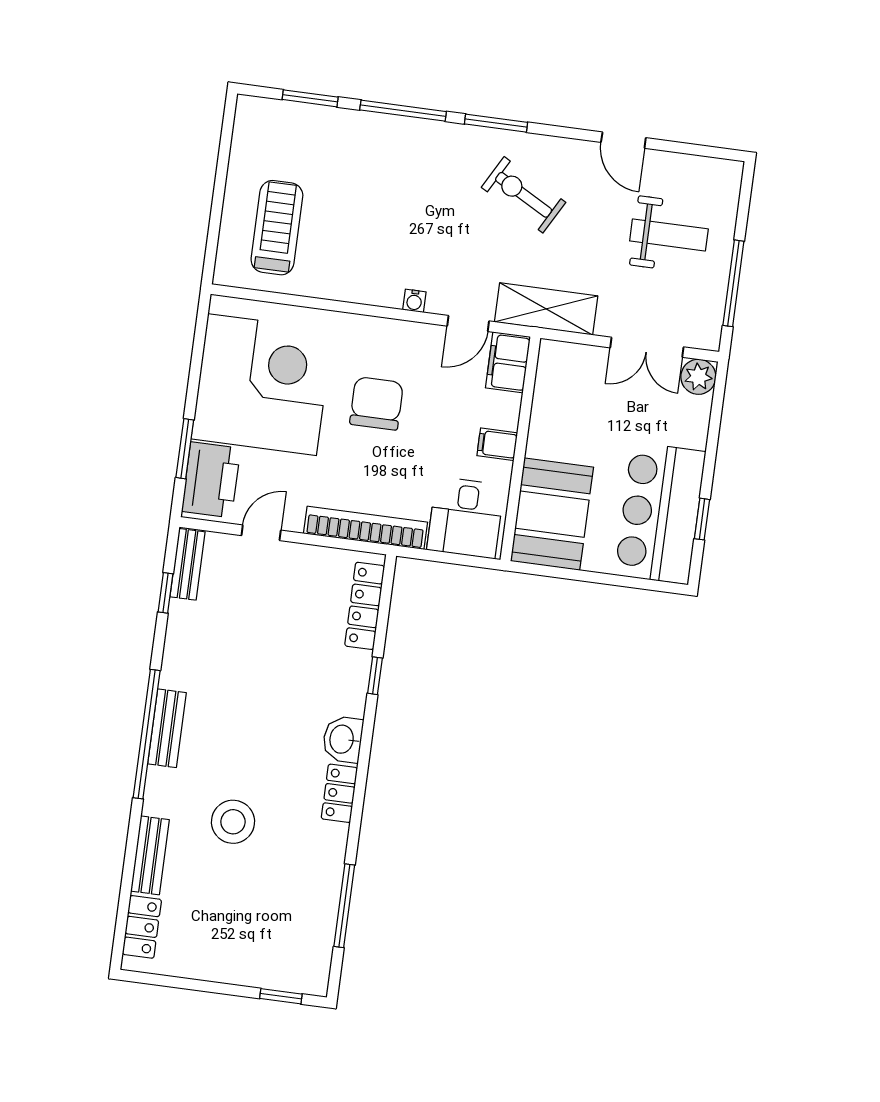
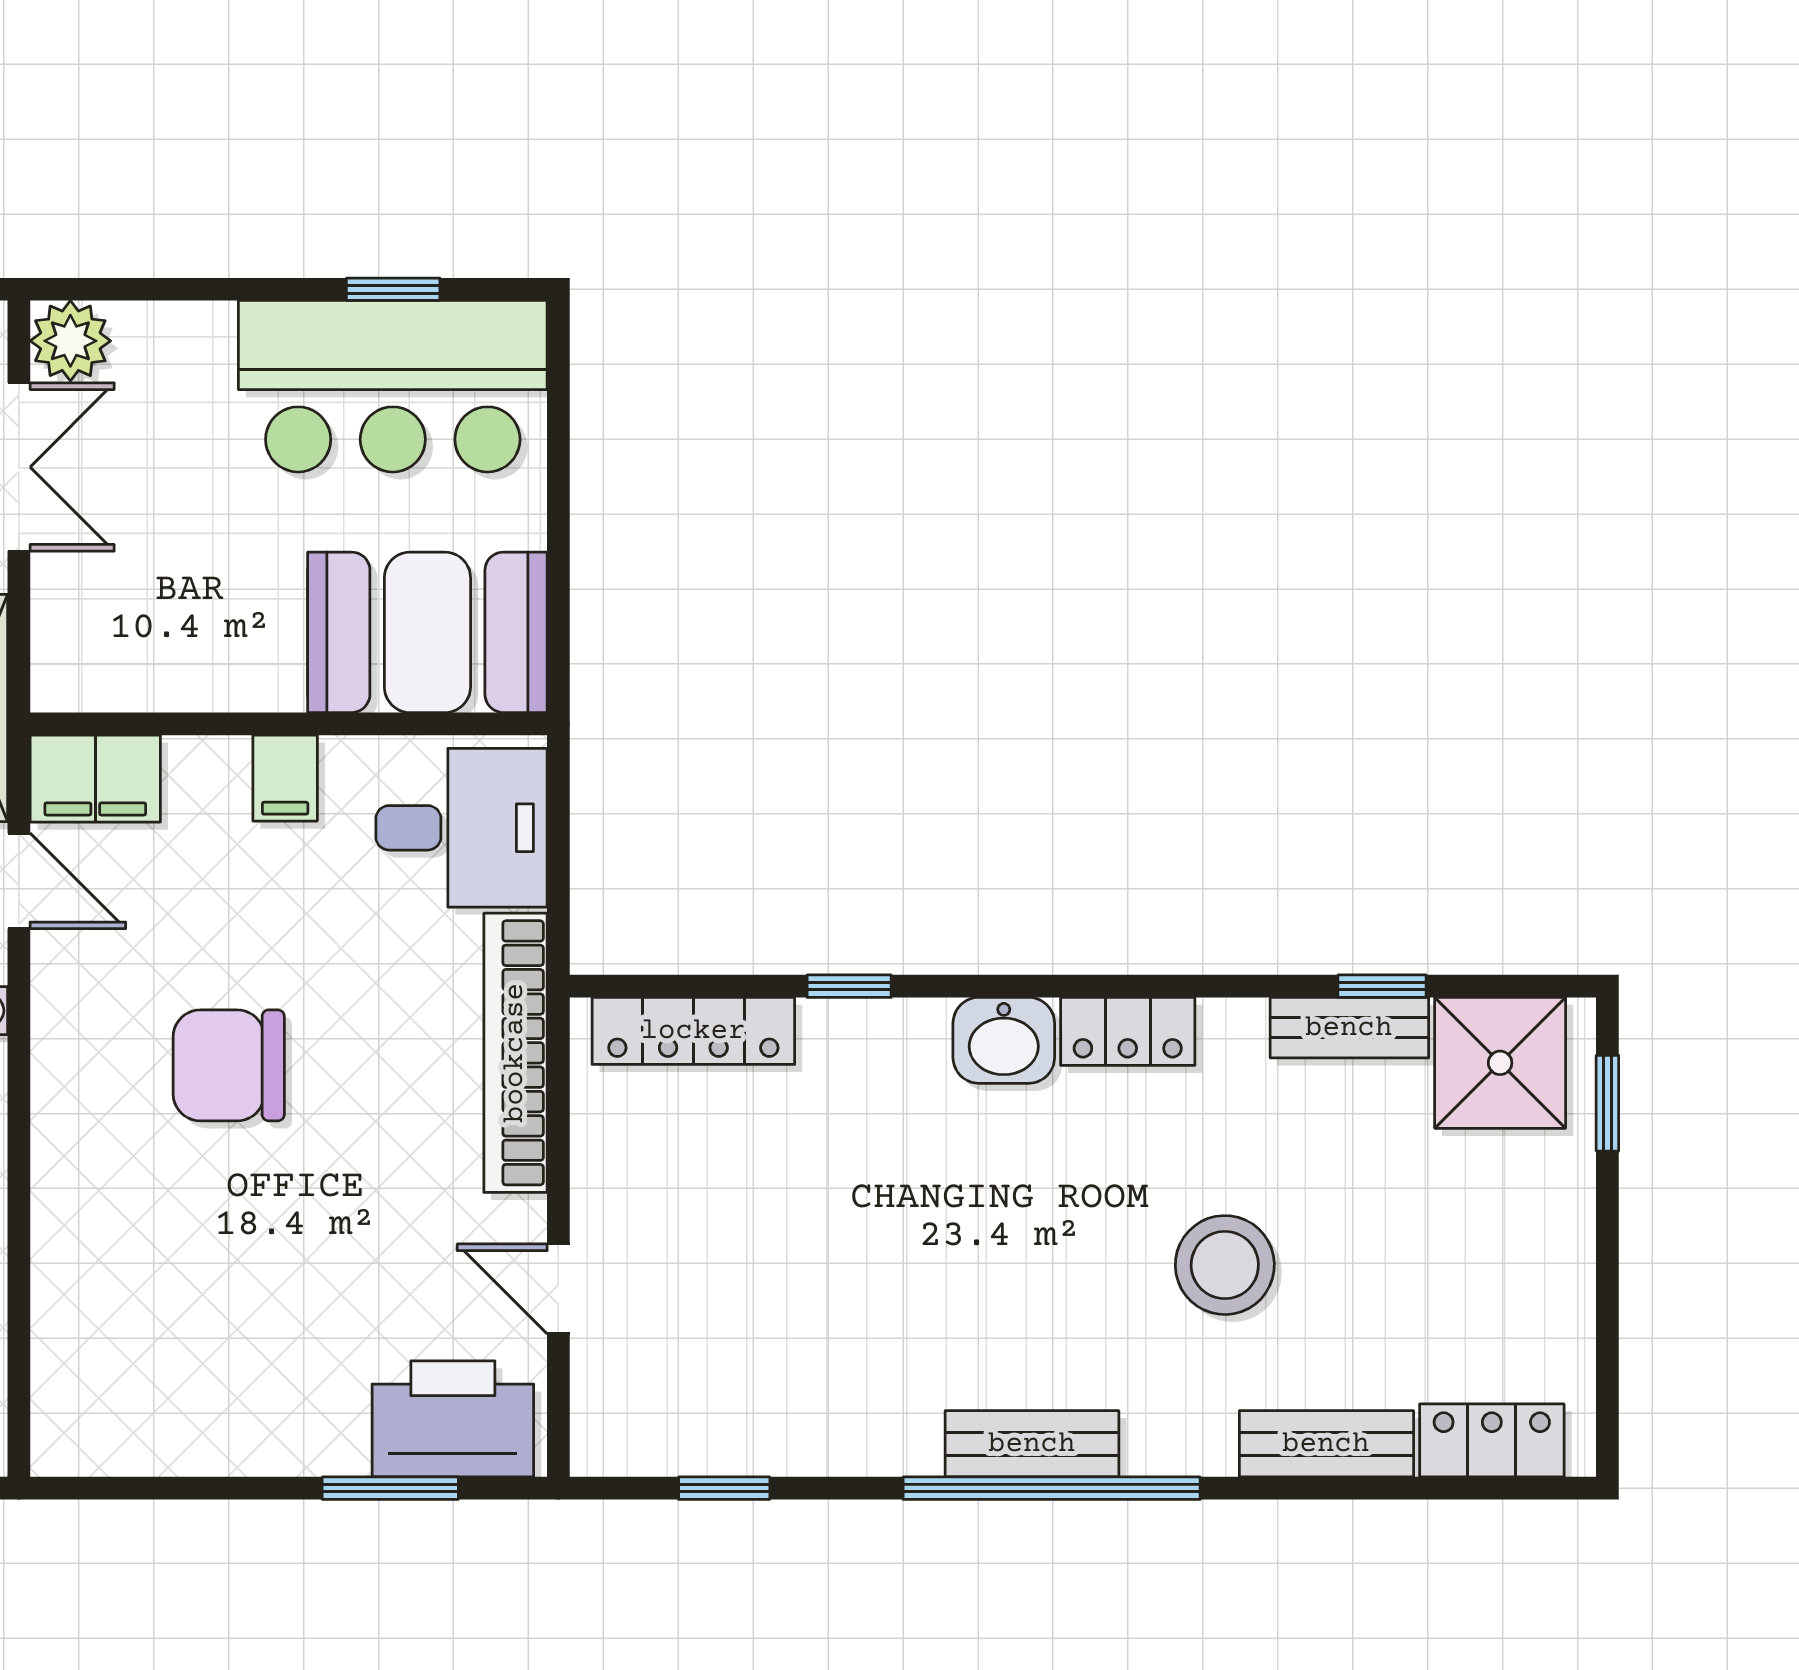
corner desk: (262, 385) -> (221, 1332), removed
bench: (188, 564) -> (1349, 1028), moved
window: (344, 906) -> (1382, 986), width x0.46
shower: (304, 952) -> (1500, 1063), added

